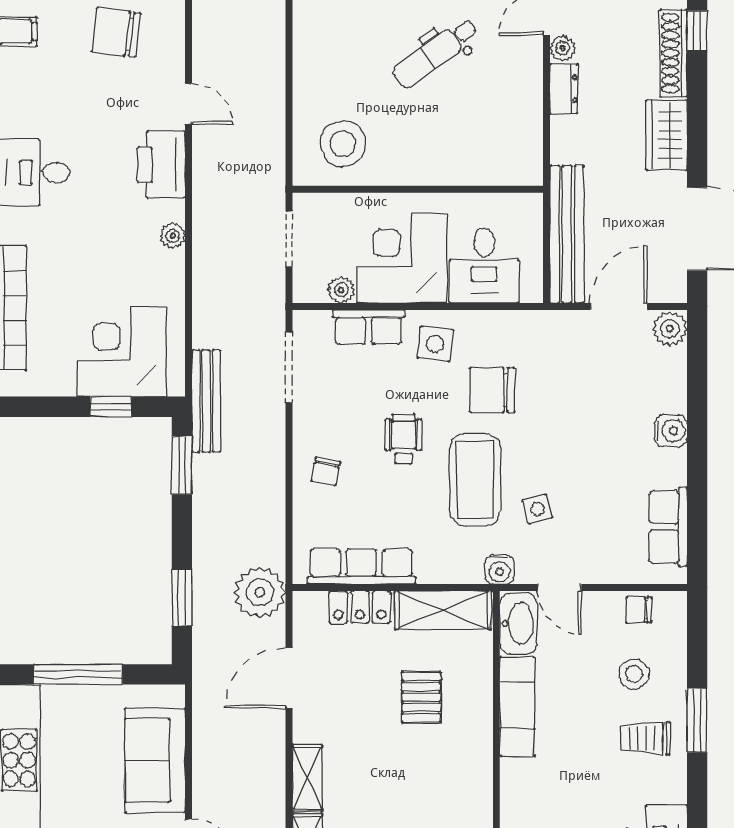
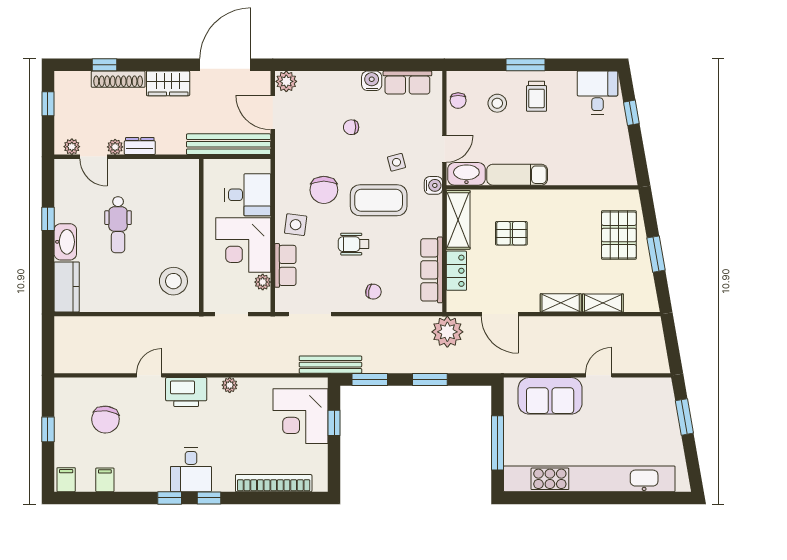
dental chair: (435, 53) -> (118, 225), turned 36
water cooler: (671, 431) -> (372, 81), moved
chair: (595, 435) -> (351, 127), added
window: (182, 597) -> (430, 379), moved

